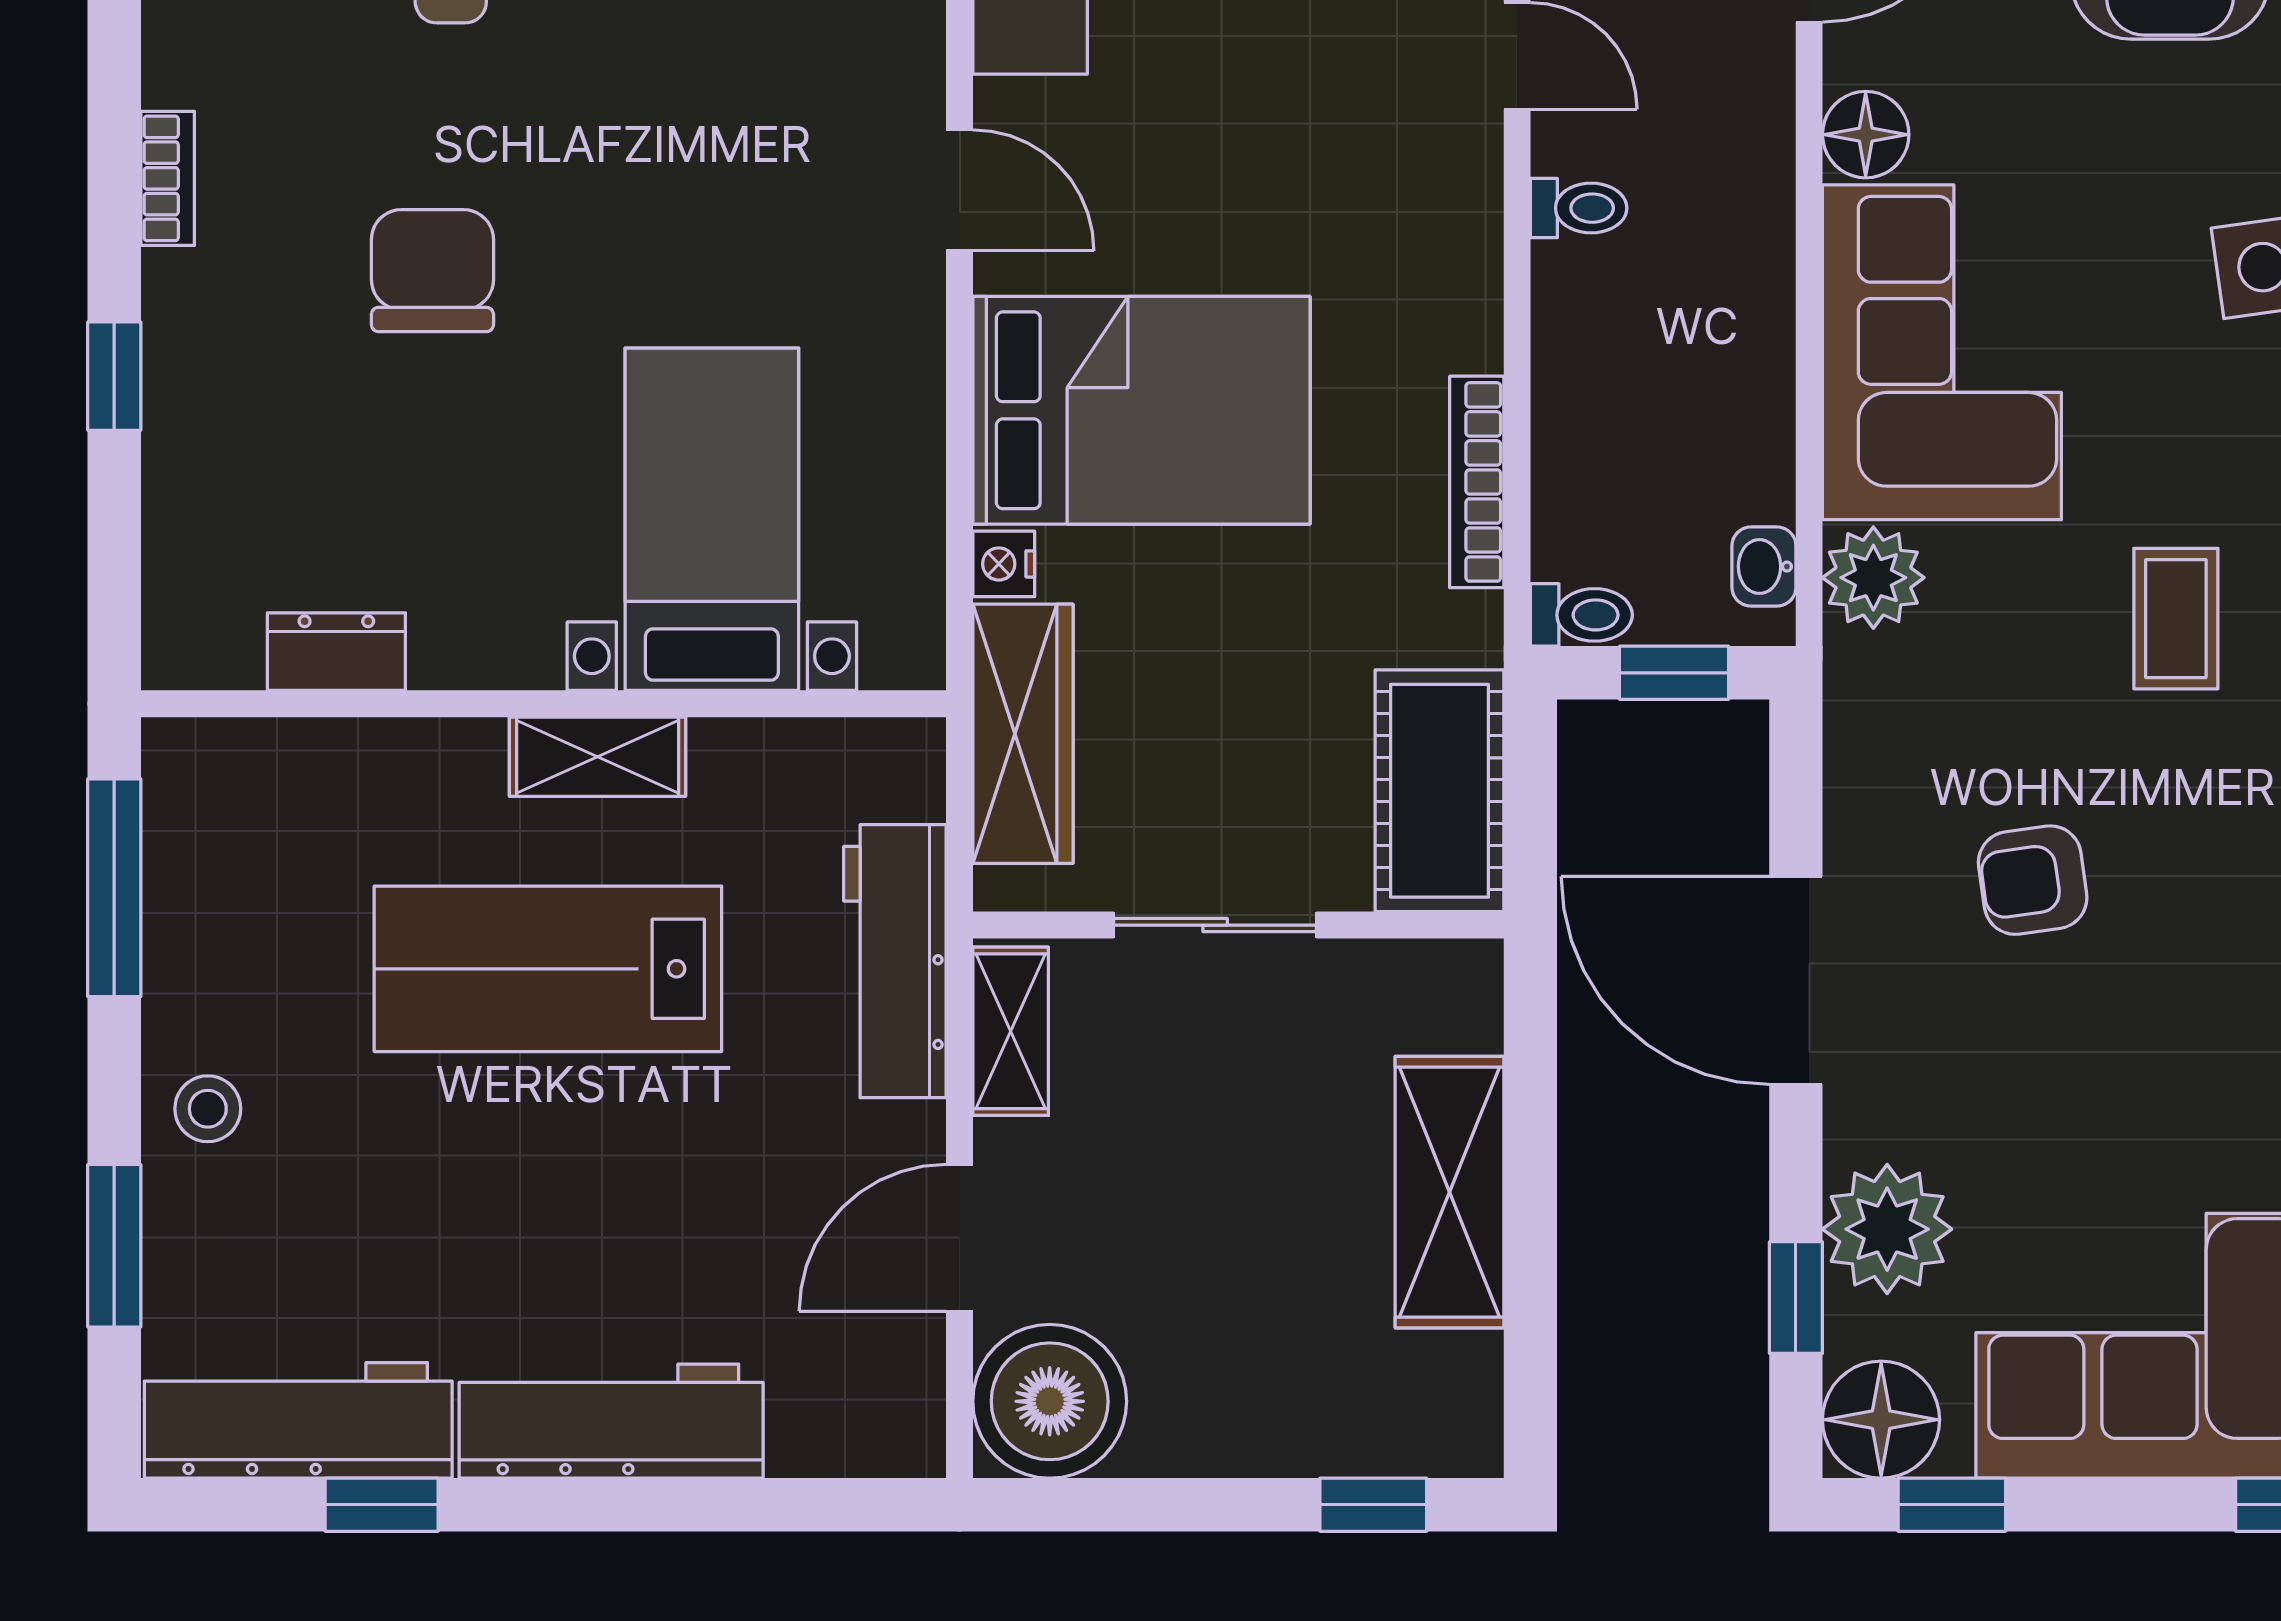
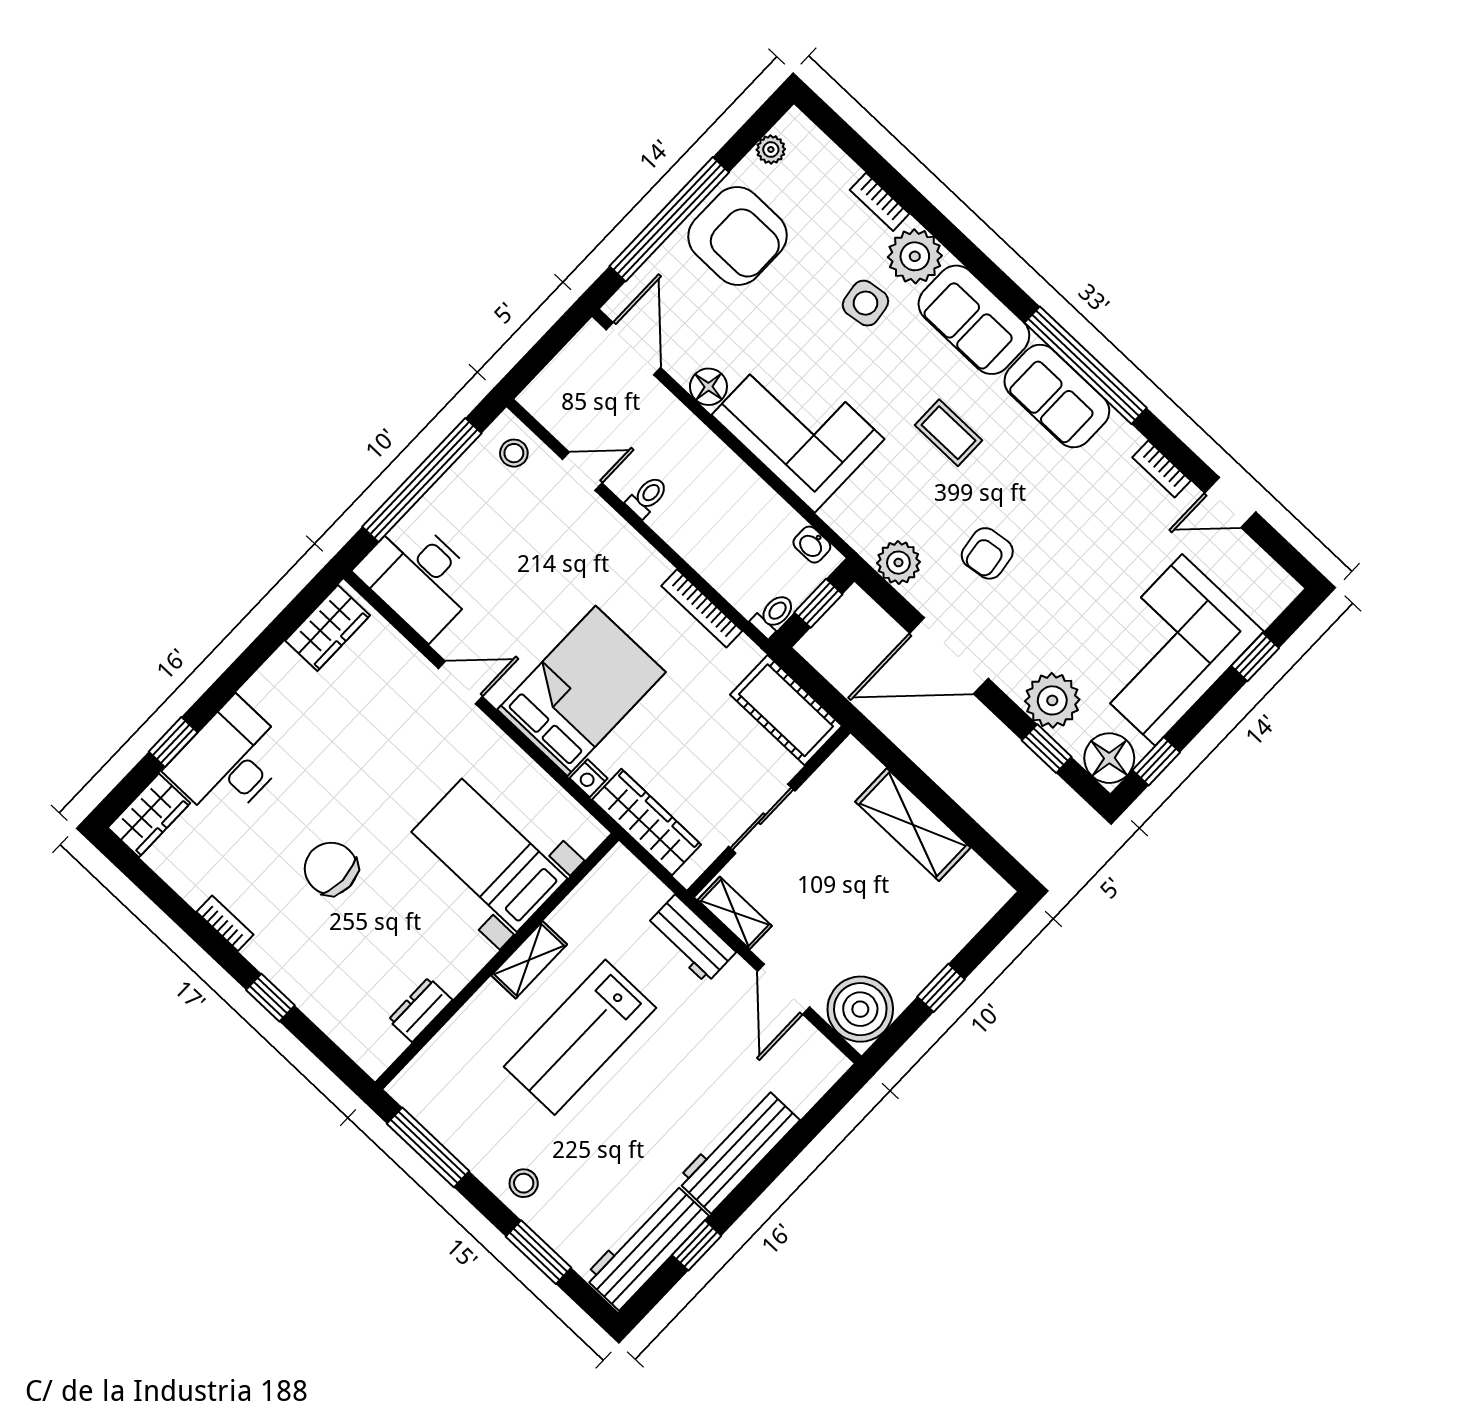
plant: (1873, 578) -> (898, 563), moved
workbench: (895, 961) -> (691, 939), width x0.73
window: (1373, 1505) -> (941, 988), moved

